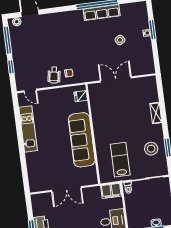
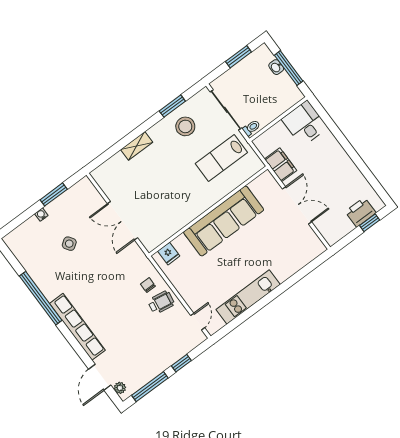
row of seats: (102, 12) -> (77, 327), moved, width x1.36
window: (152, 30) -> (54, 194), moved
filing cabinet: (111, 191) -> (281, 165), moved

